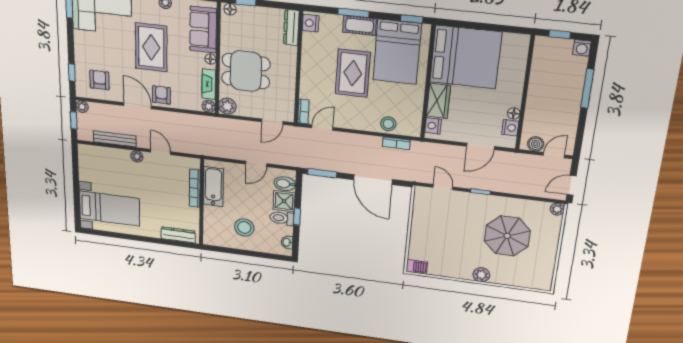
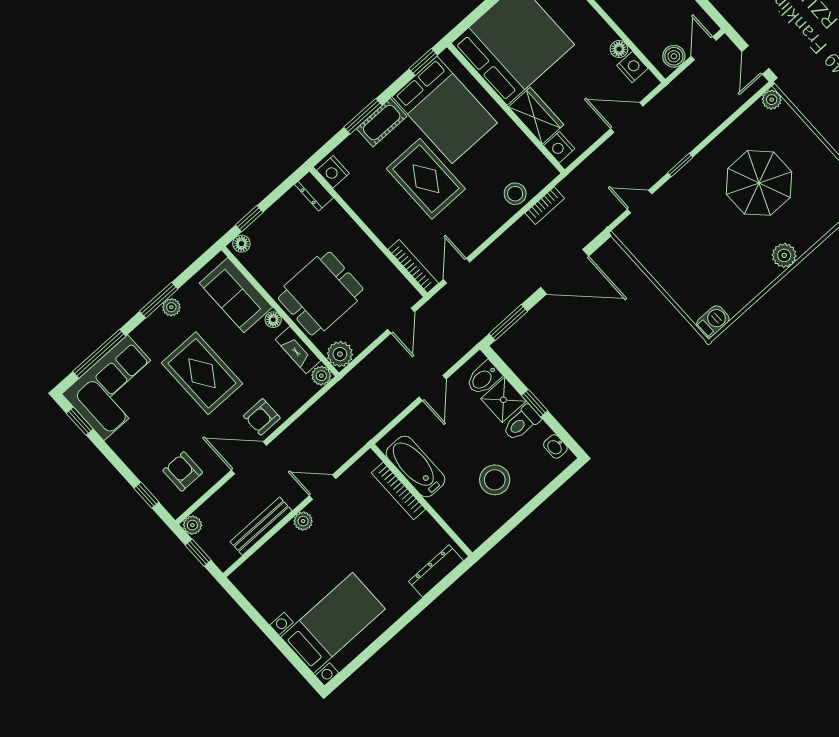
dresser: (291, 27) -> (314, 191), width x0.70
armchair: (161, 95) -> (262, 417), turned -90
bookcase: (303, 112) -> (413, 266), width x1.56
door: (481, 146) -> (627, 117), swing flipped

